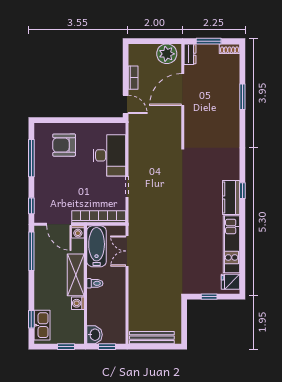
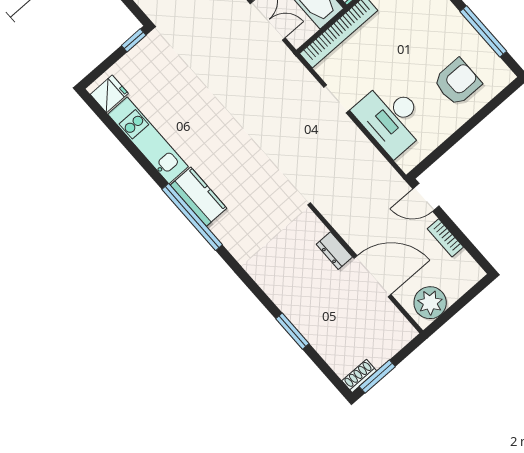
window: (209, 41) -> (377, 376), moved
dresser: (190, 54) -> (334, 251), moved
door: (183, 90) -> (373, 276), hinge flipped
window: (242, 191) -> (192, 217), width x3.17
window: (209, 297) -> (134, 40), moved

